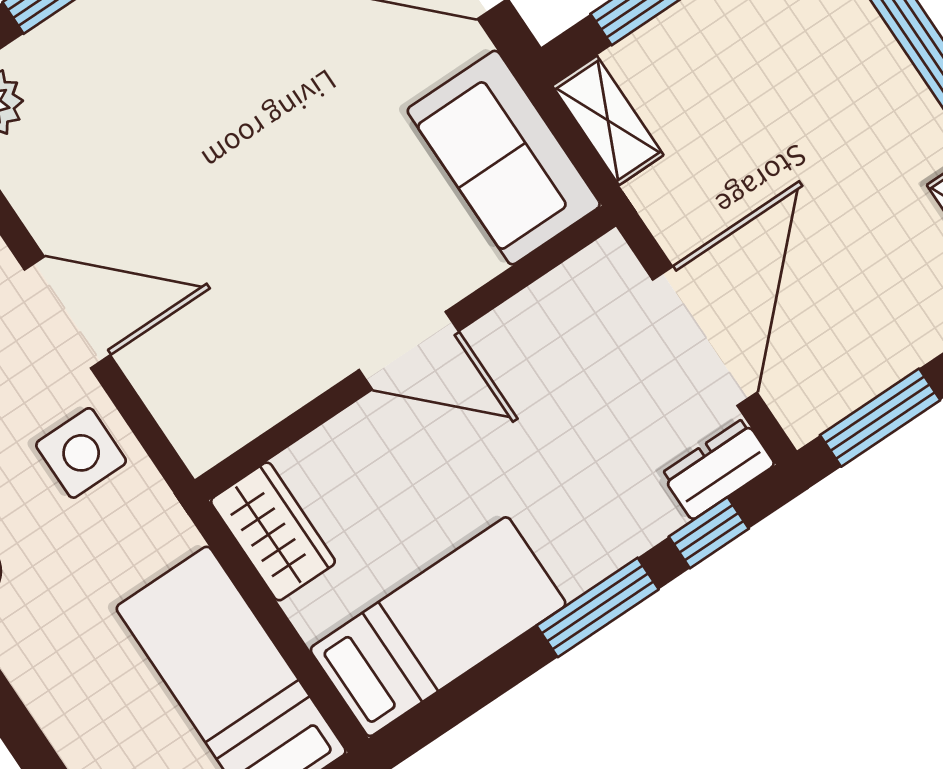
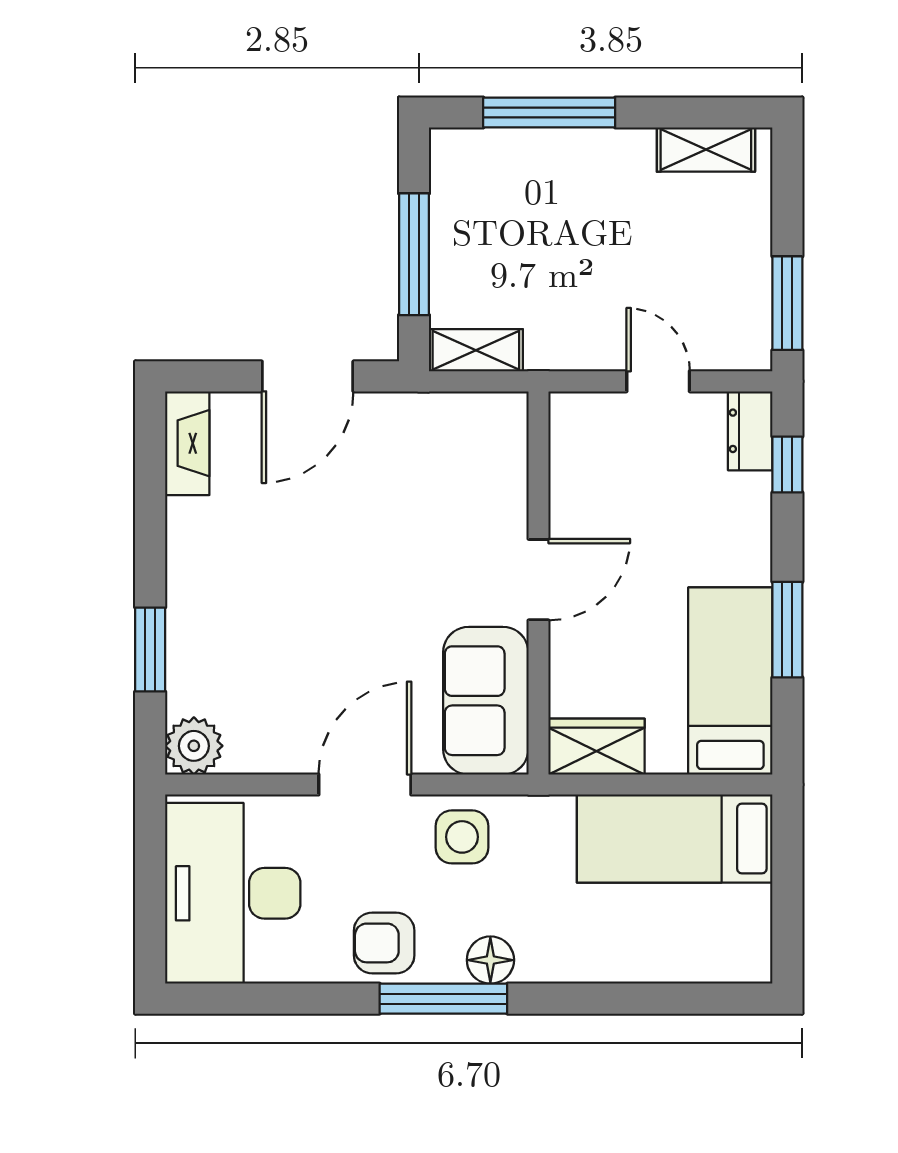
sofa: (504, 158) -> (486, 701), moved, turned 90
door: (705, 336) -> (658, 381), width x0.53
window: (598, 607) -> (787, 630), moved

